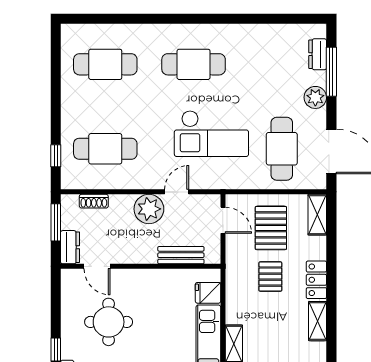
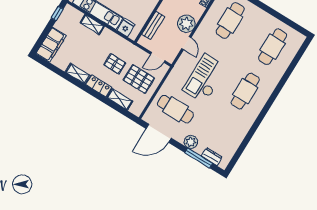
shelving: (317, 215) -> (120, 99), moved

